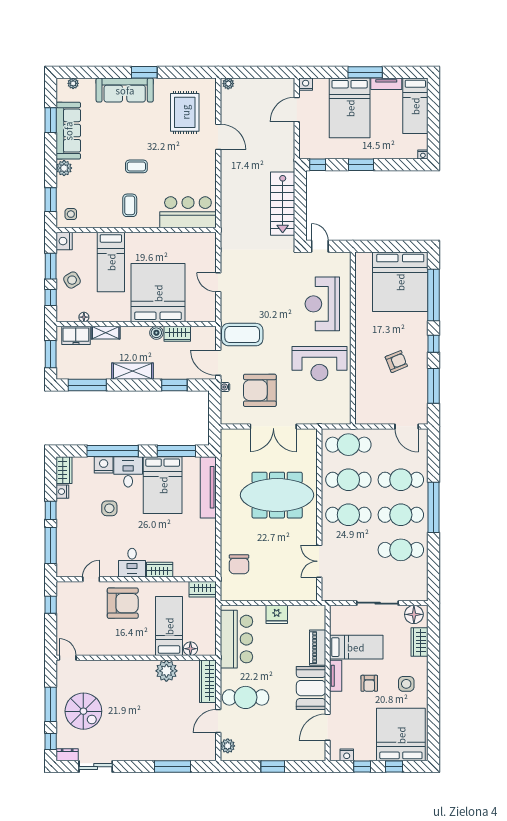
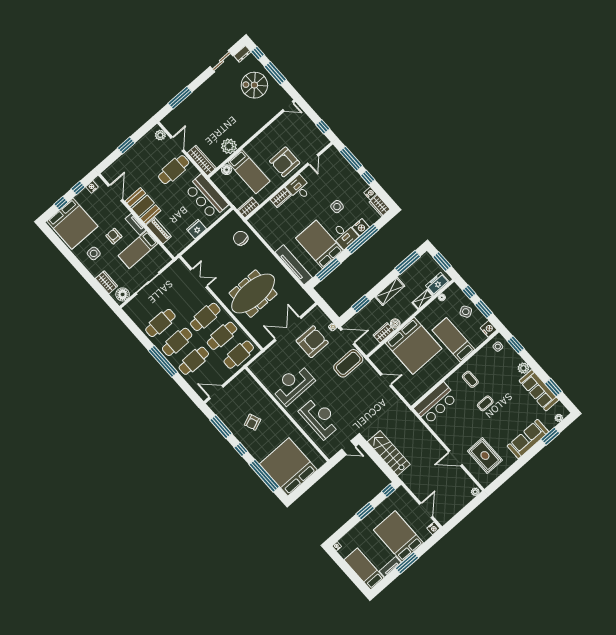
window: (144, 72) -> (550, 436), moved

